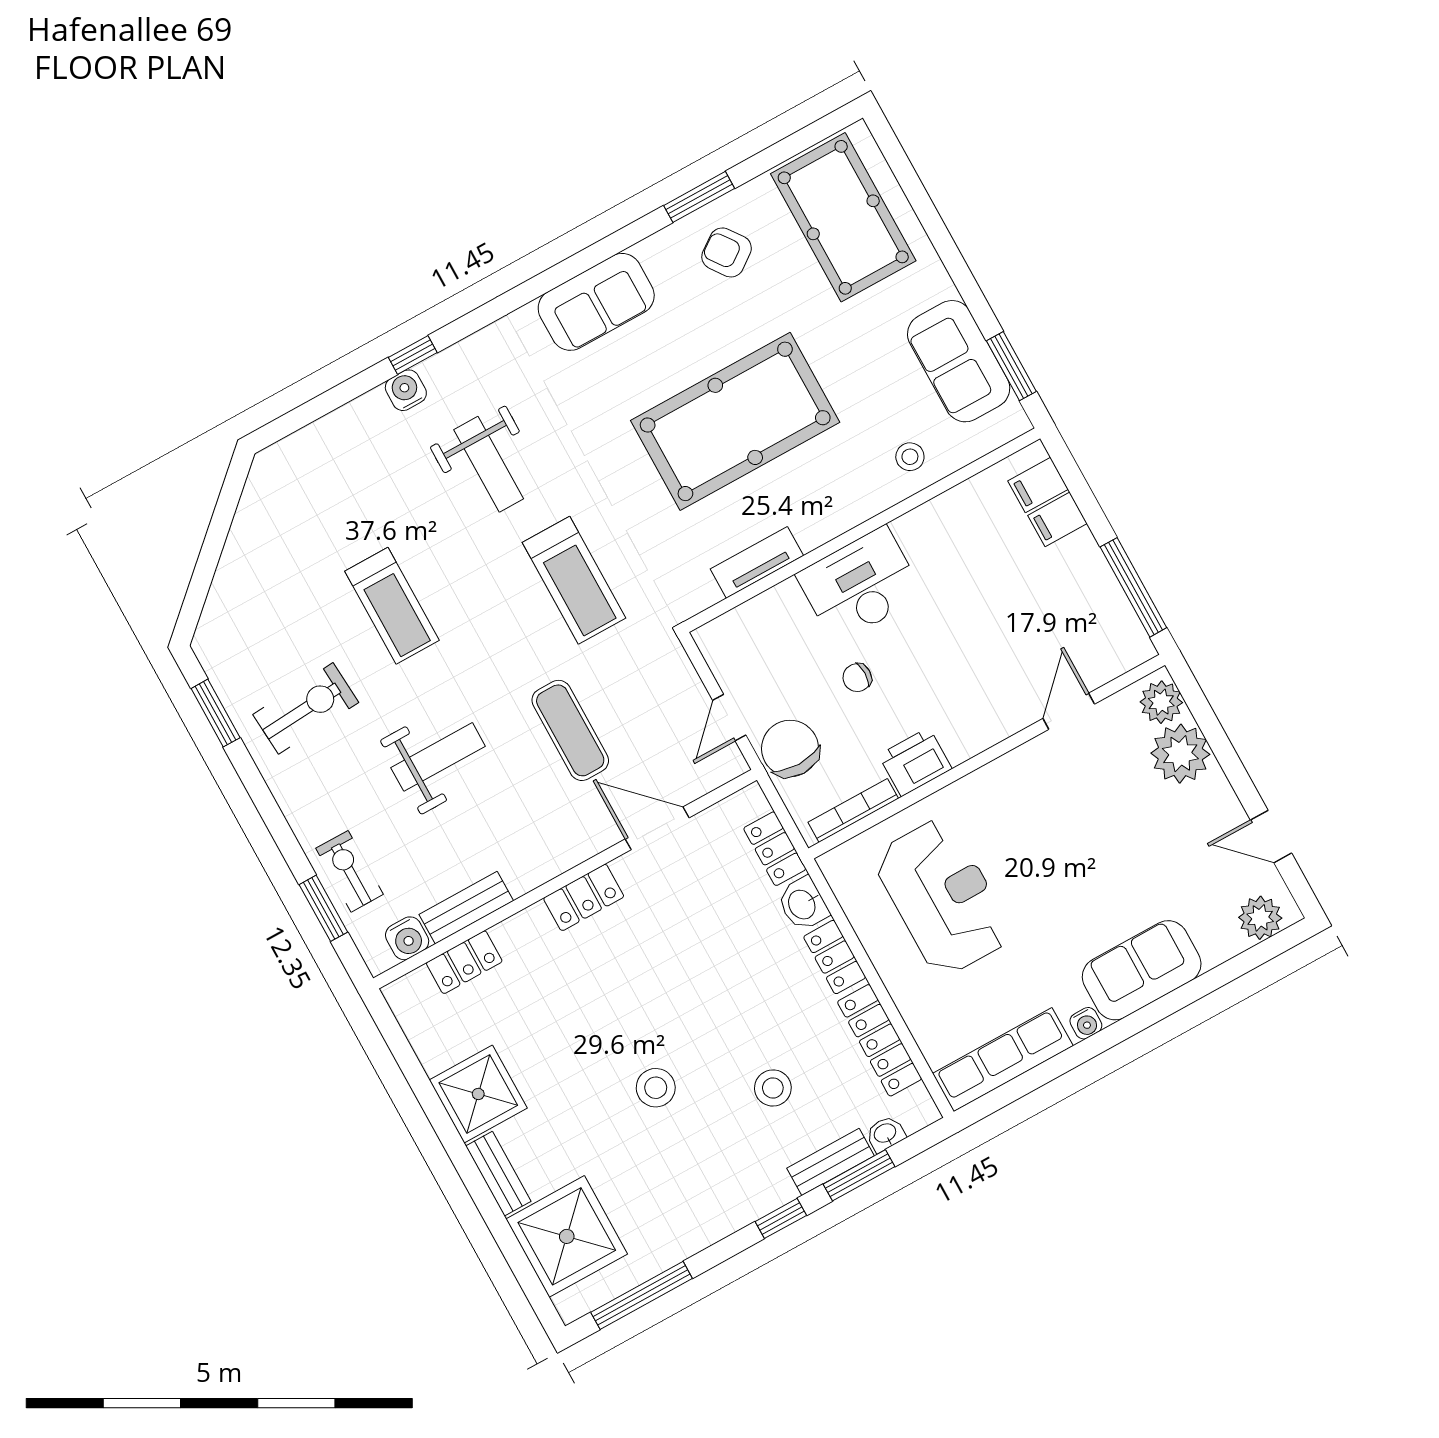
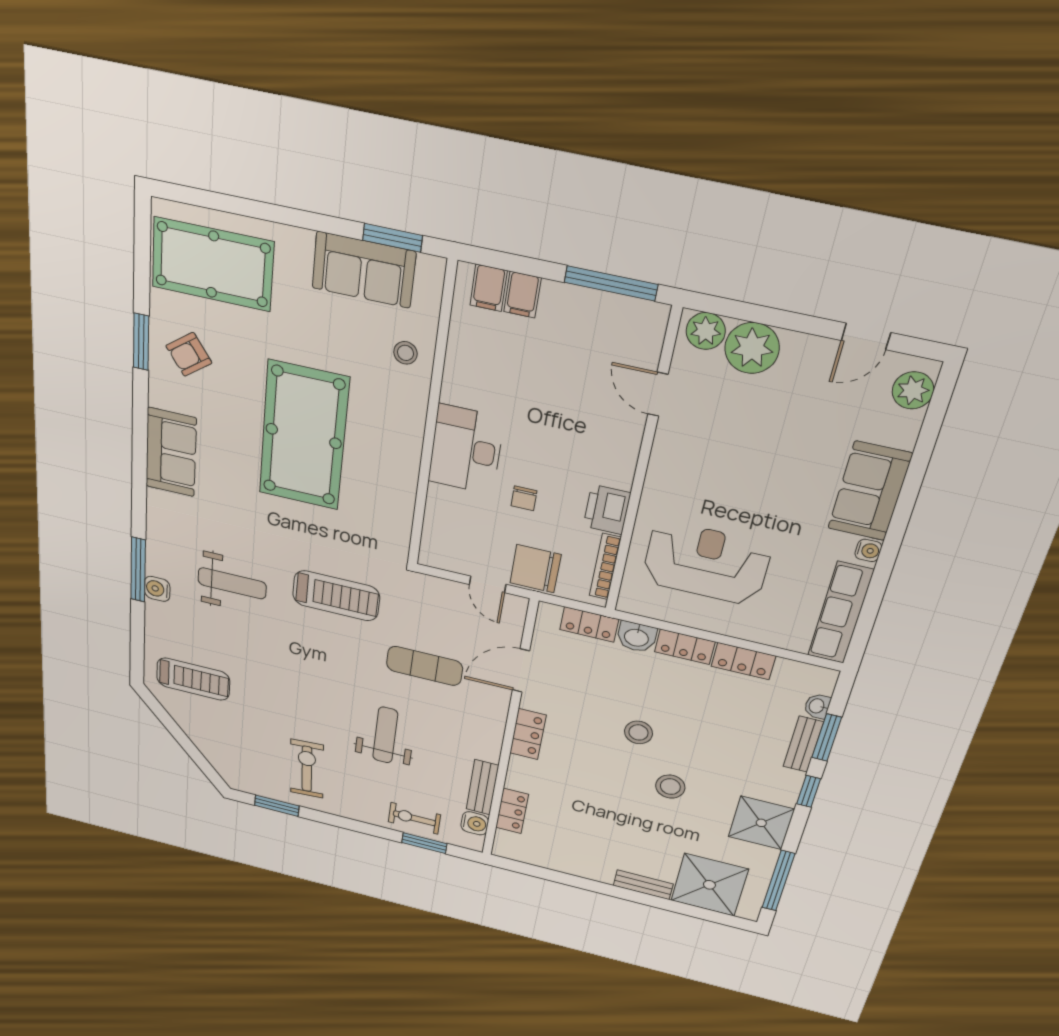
window: (413, 355) -> (138, 570), width x2.17
tv unit: (757, 562) -> (403, 495), removed
treadmill: (392, 606) -> (193, 679), moved
locker: (880, 1040) -> (743, 661), width x0.66
stool: (773, 1088) -> (638, 732), moved
shower: (478, 1094) -> (761, 823), moved

